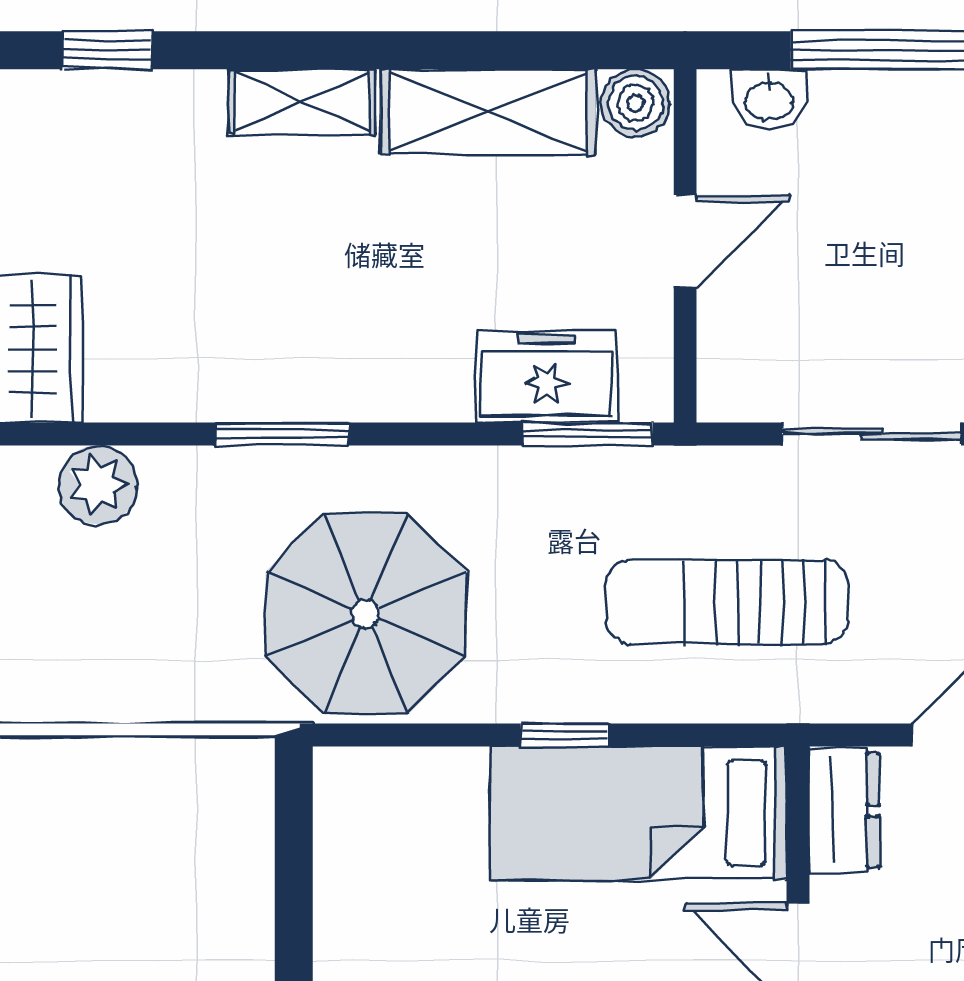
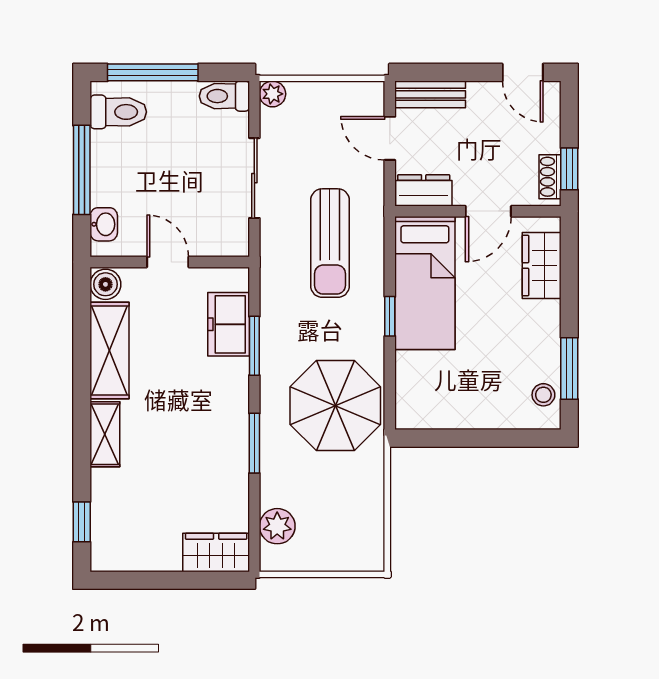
window: (587, 434) -> (254, 346), moved

